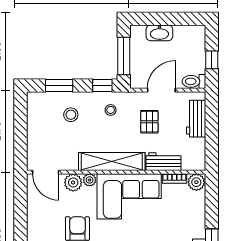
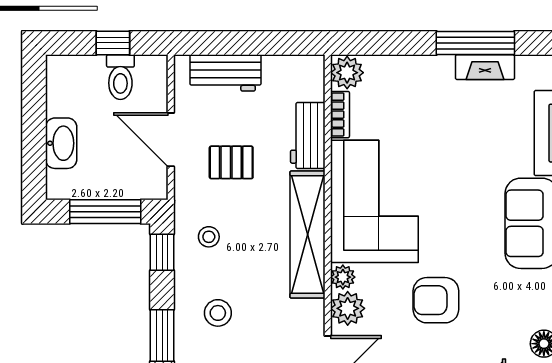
toilet: (194, 81) -> (120, 77), moved

